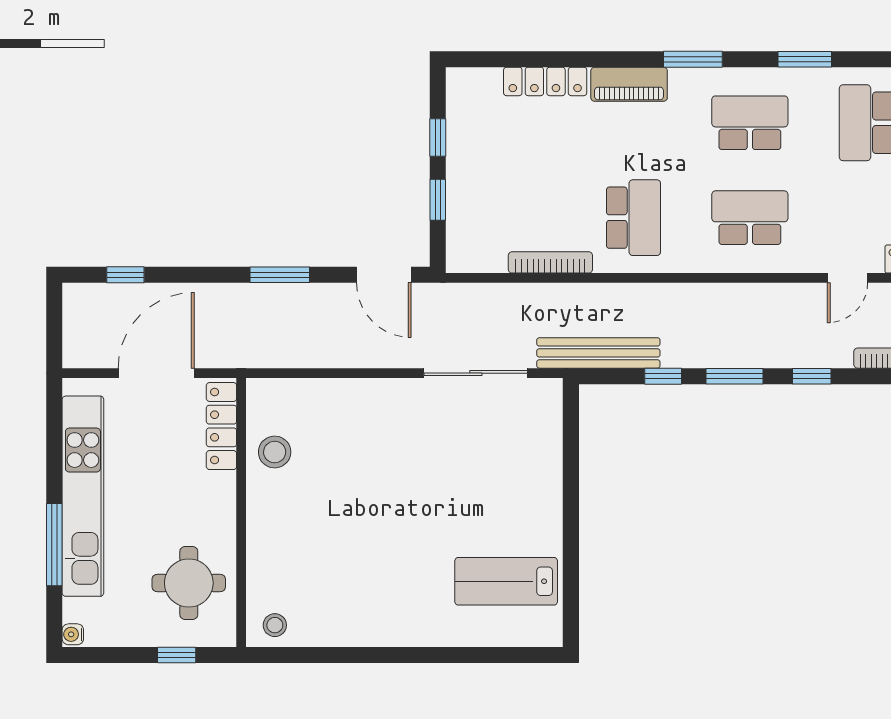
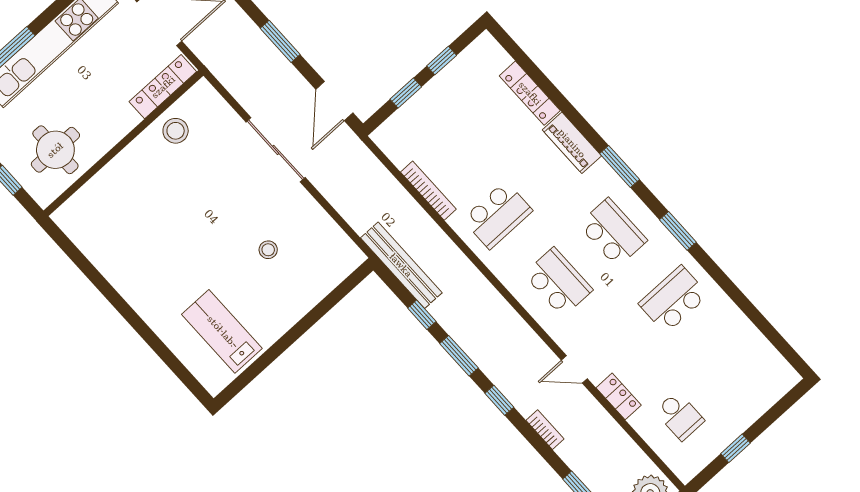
sliding door: (476, 373) -> (276, 150), moved
stool: (275, 625) -> (268, 250), moved

